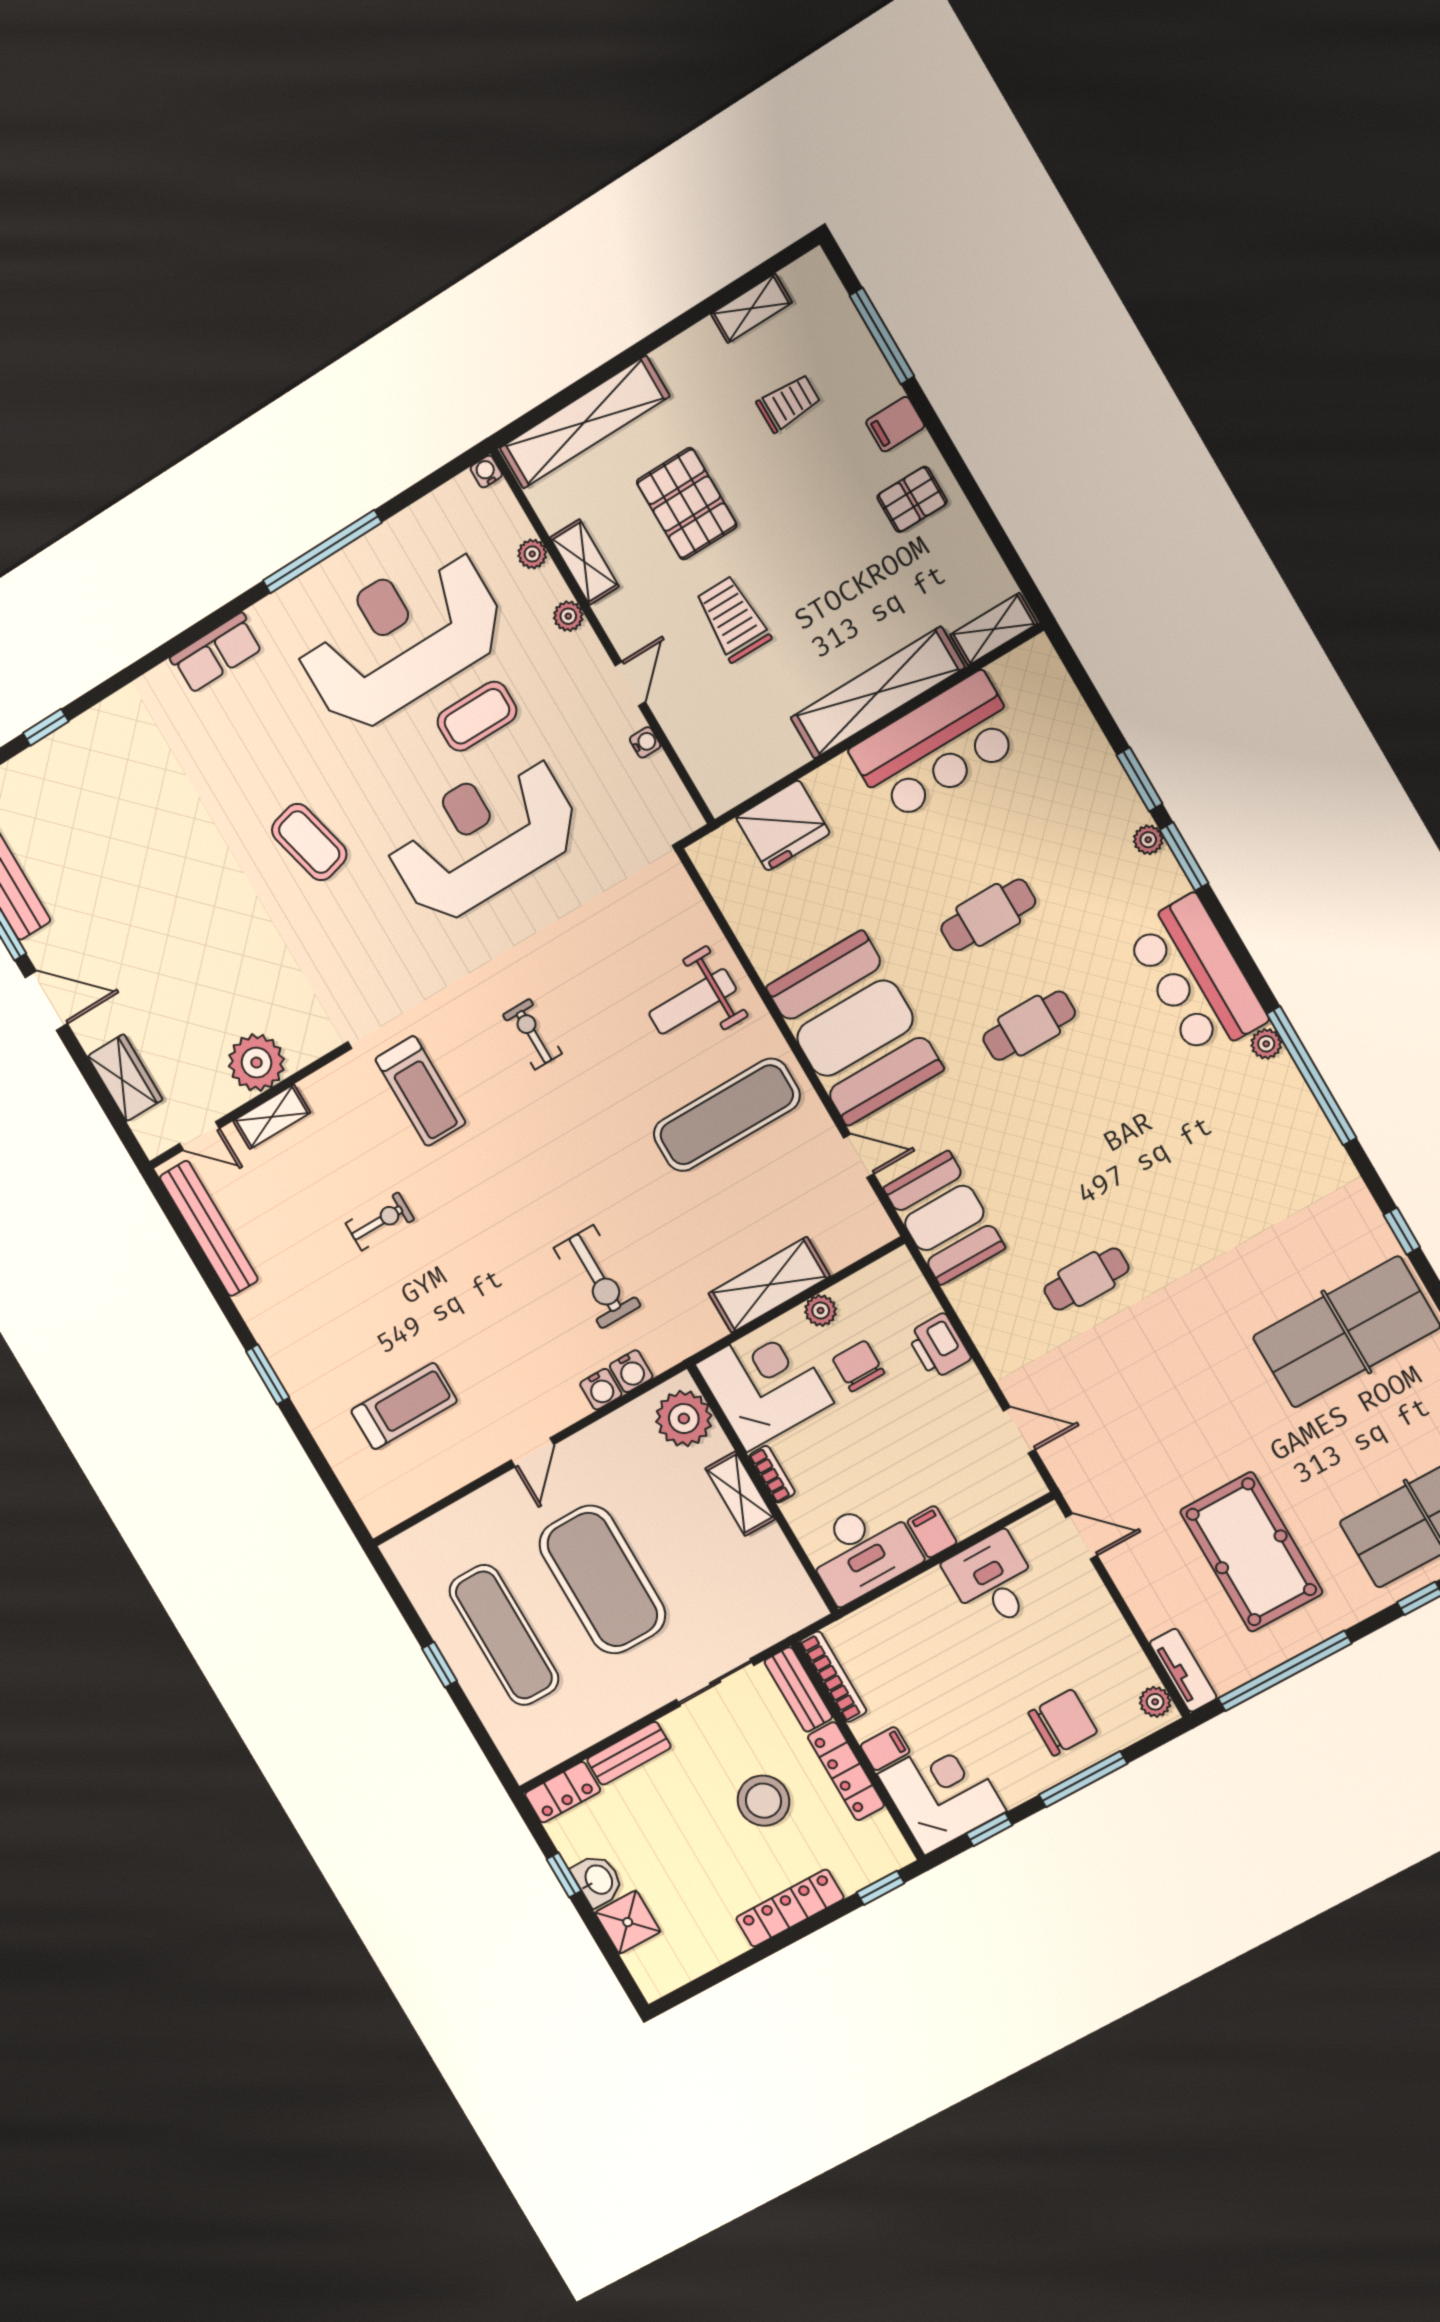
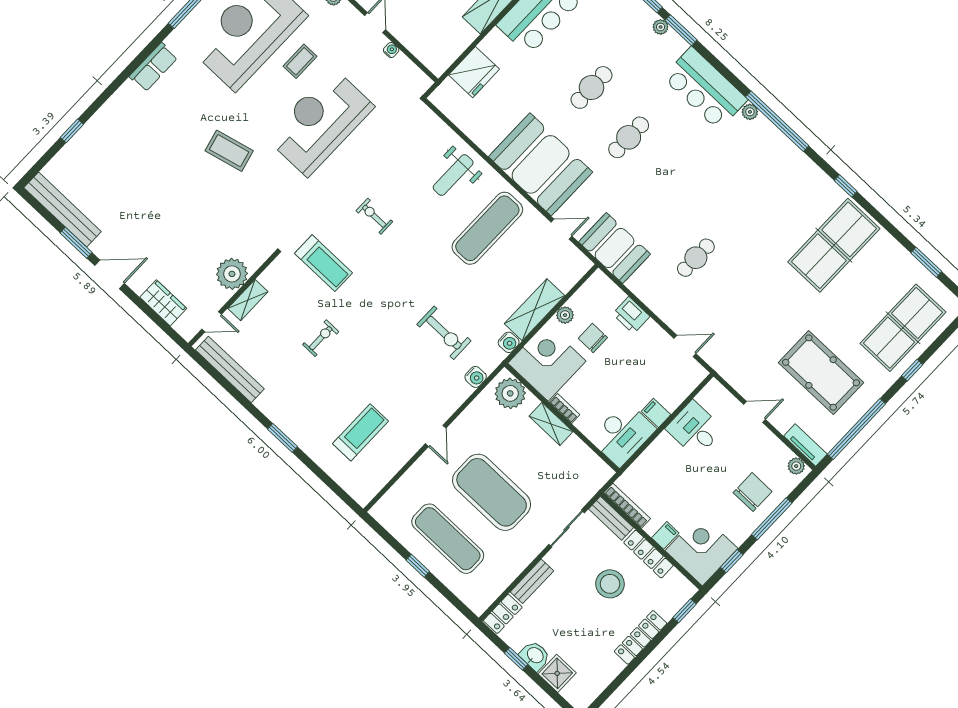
coffee table: (477, 716) -> (300, 61), width x0.73, depth x0.77
water cooler: (601, 1389) -> (509, 342), moved
door: (1081, 1536) -> (754, 412), moved

